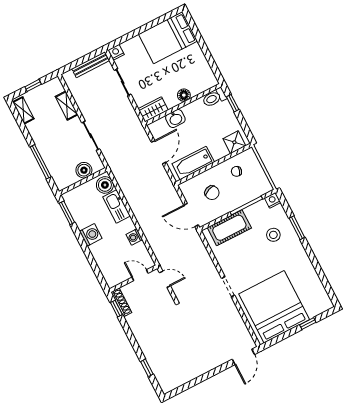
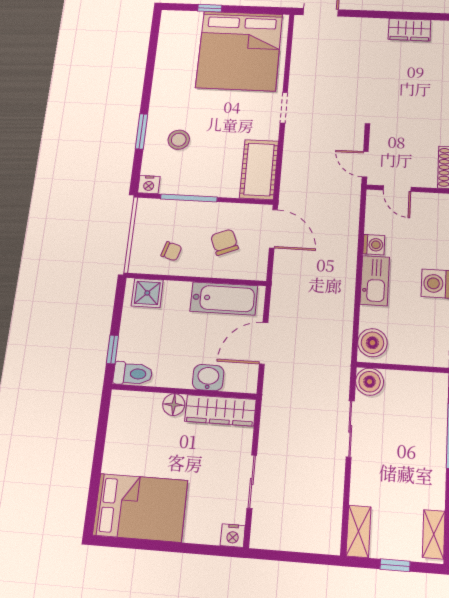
bench: (91, 65) -> (284, 541), removed
shelving: (67, 106) -> (359, 531), moved
wardrobe: (153, 109) -> (220, 410), width x1.50
boiler: (84, 170) -> (370, 382), moved
kitchen sink: (117, 206) -> (375, 281), moved
cot: (229, 228) -> (259, 169), moved, turned 90
wardrobe: (187, 374) -> (410, 30), added

